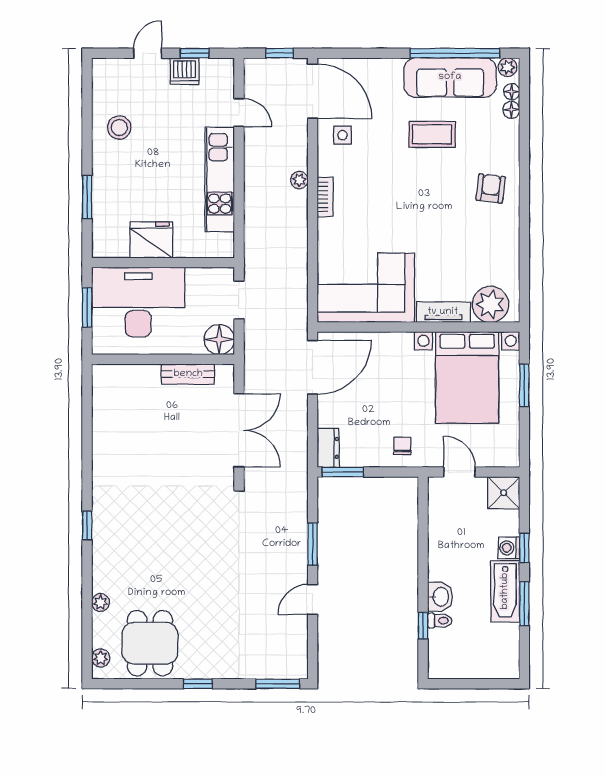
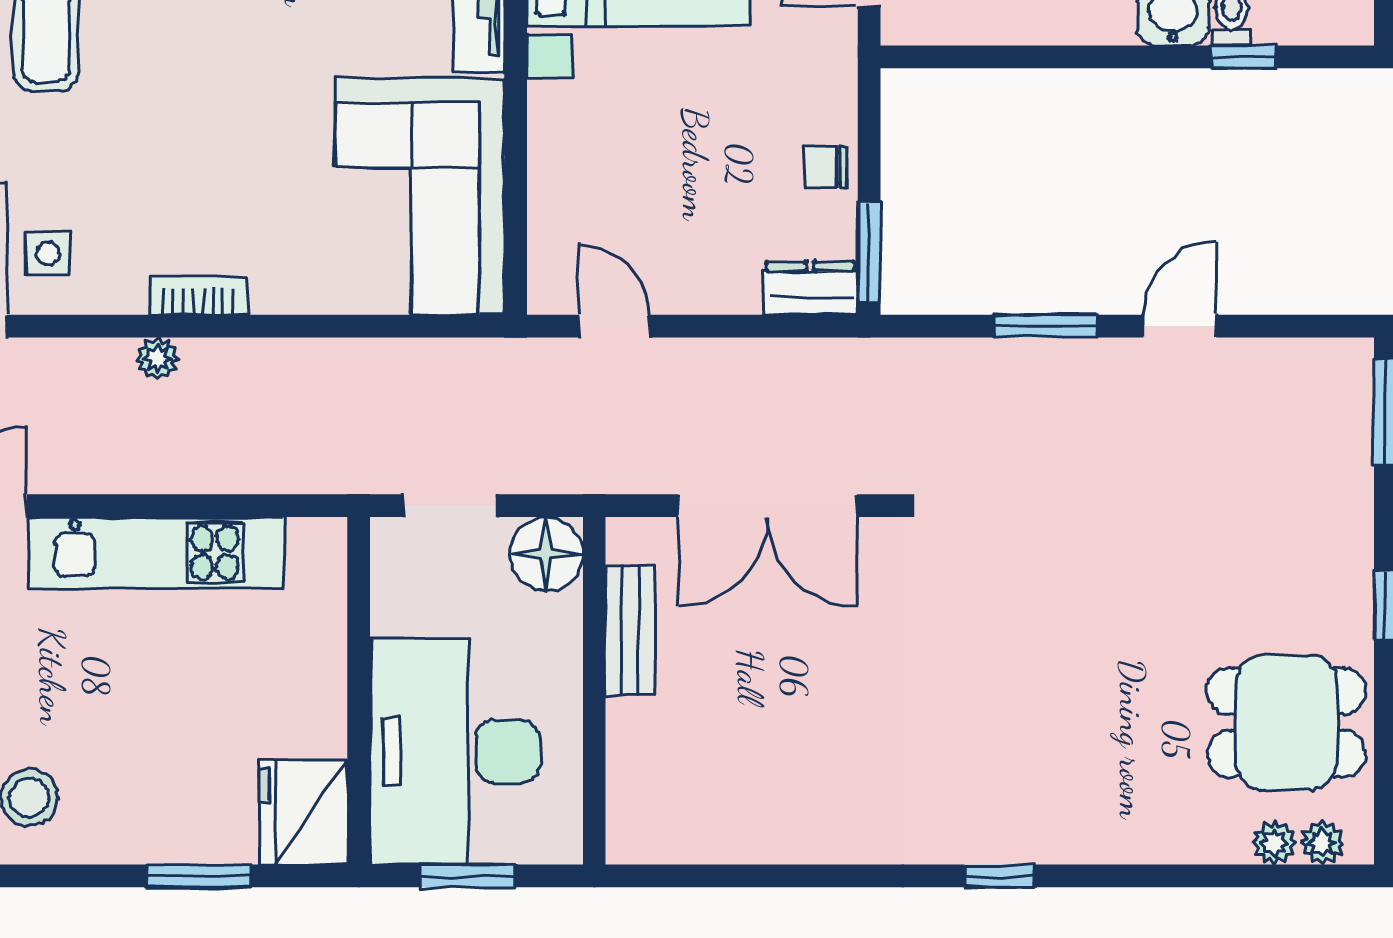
fridge: (151, 240) -> (303, 812), moved
door: (313, 367) -> (614, 326), width x0.53
double door: (239, 430) -> (767, 506), swing flipped
chair: (402, 446) -> (826, 167), moved
door: (313, 599) -> (1180, 326), swing flipped
plant: (101, 603) -> (1274, 843), moved

